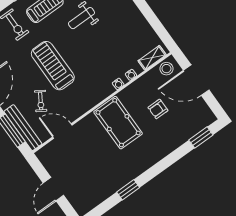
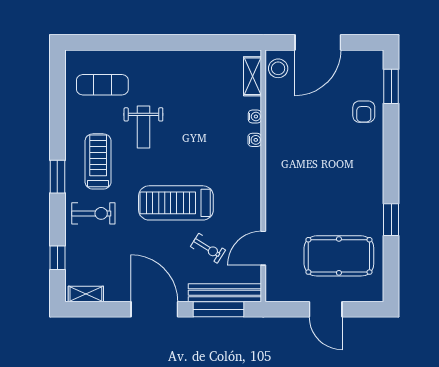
armchair: (158, 109) -> (364, 112), moved
pool table: (118, 123) -> (339, 256), moved

